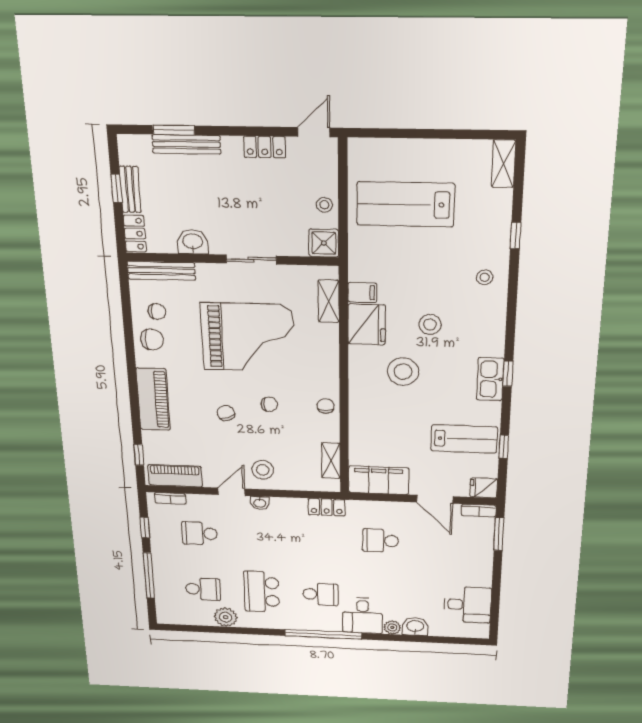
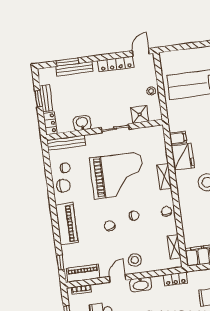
locker: (265, 147) -> (116, 64), width x1.53
shower: (324, 243) -> (140, 114), moved
shelving: (329, 301) -> (164, 177), moved
washbasin: (260, 503) -> (141, 284), width x1.91, depth x1.45

